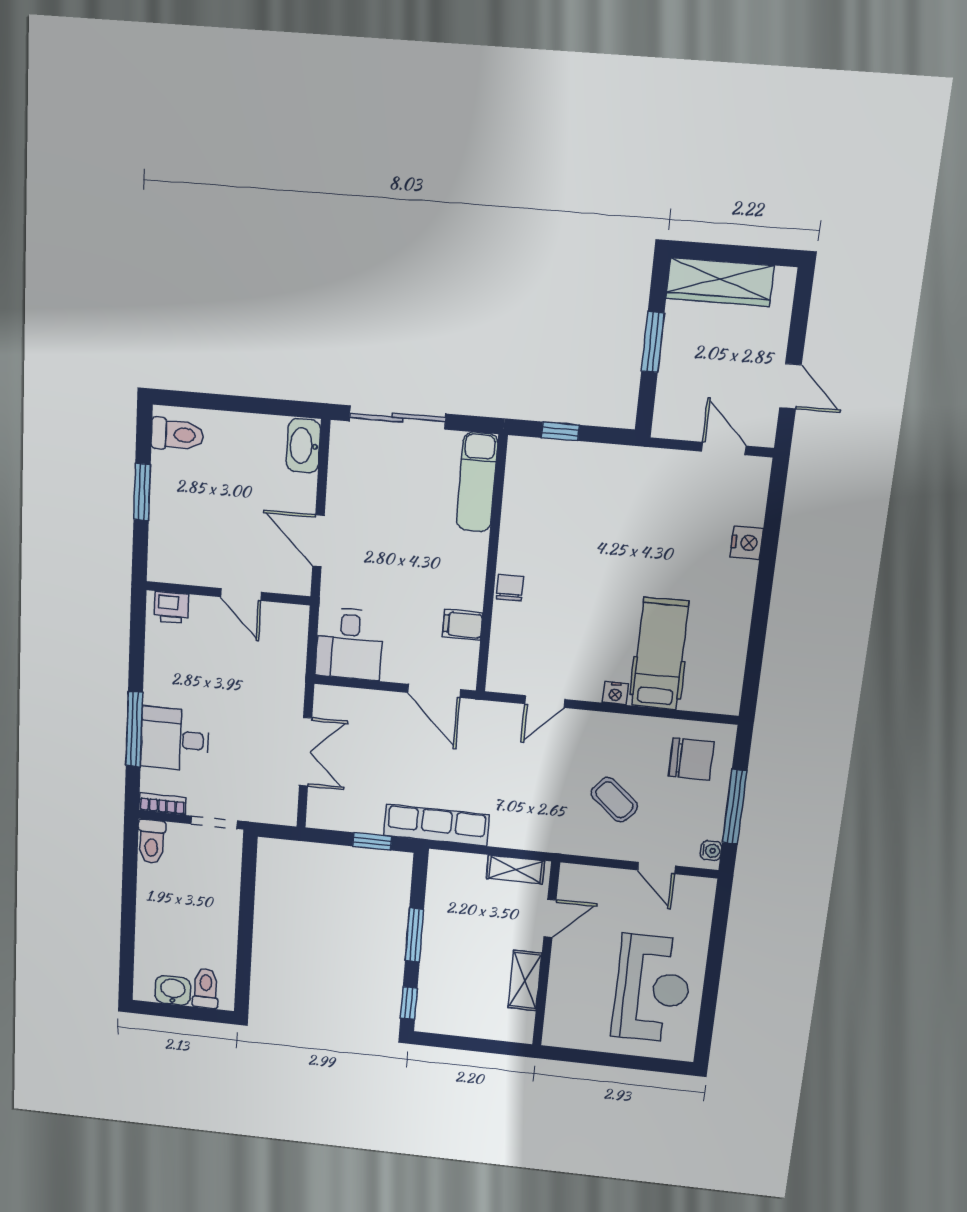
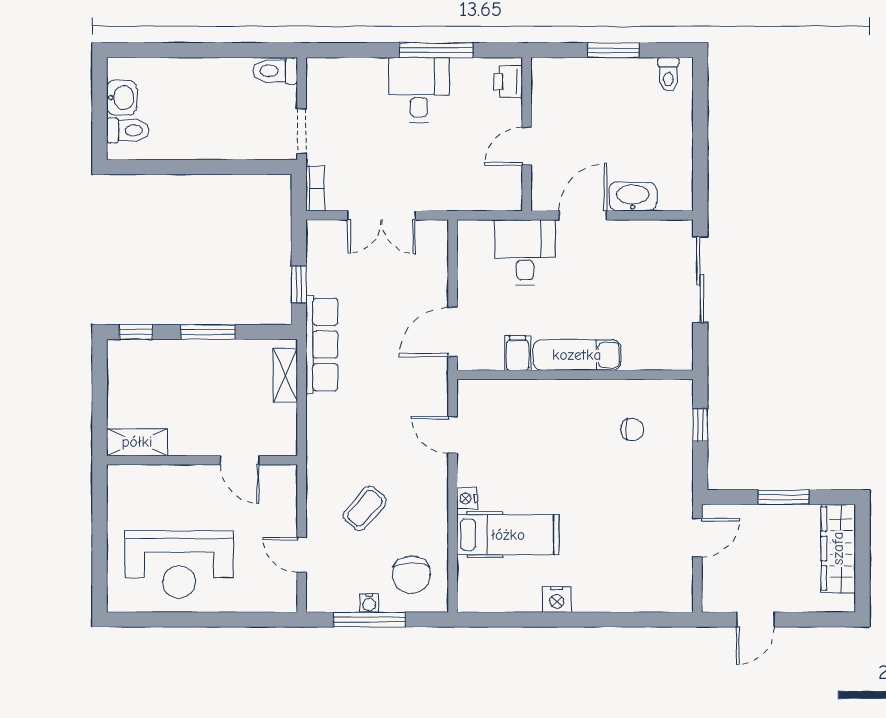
toilet: (177, 434) -> (668, 75), width x0.73, depth x0.72
washbasin: (303, 446) -> (633, 196), moved
door: (724, 449) -> (697, 538), moved
exam couch: (477, 482) -> (577, 355), moved
nightstand: (747, 543) -> (557, 599), moved
chair: (510, 588) -> (632, 430), moved
desk: (349, 644) -> (525, 252), moved, turned 90
window: (134, 729) -> (436, 50), moved
desk: (175, 739) -> (419, 90), moved
bookcase: (162, 804) -> (315, 188), moved
water cooler: (711, 851) -> (369, 603), moved
door: (656, 868) -> (302, 555), hinge flipped
shelving: (515, 870) -> (285, 375), moved
shelving: (525, 981) -> (137, 442), moved

